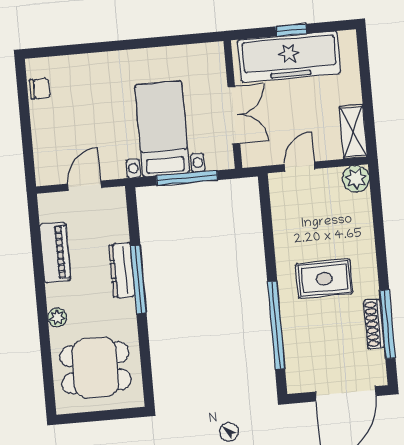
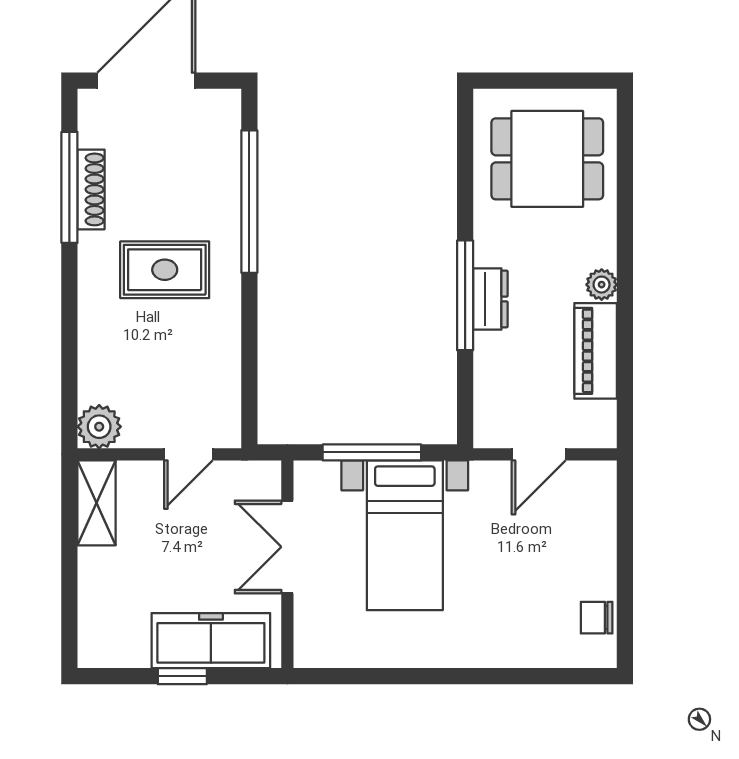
freezer: (289, 57) -> (211, 641), width x0.73, depth x0.79
dresser: (122, 270) -> (490, 299), width x0.70
plant: (57, 317) -> (602, 285), moved

